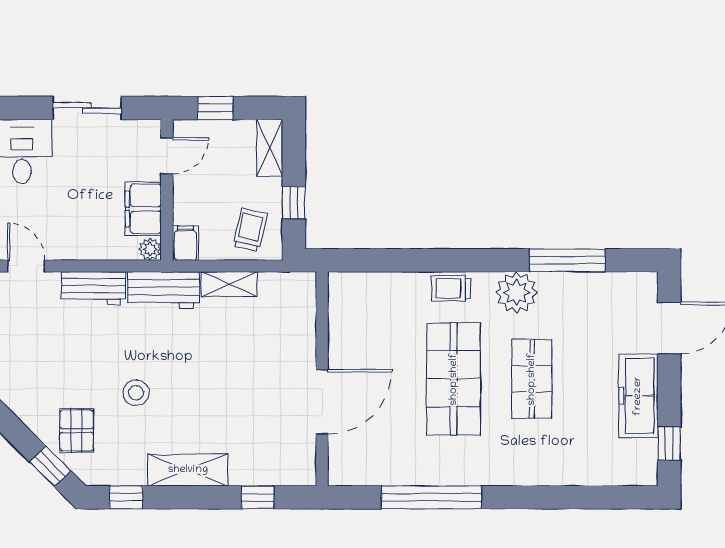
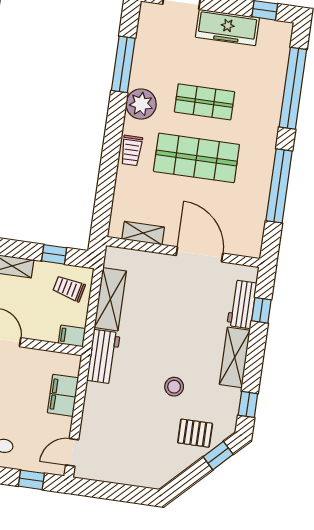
filing cabinet: (143, 209) -> (63, 395), moved, turned 90
plant: (150, 249) -> (73, 362), removed
shelving: (229, 284) -> (110, 299), width x1.50, depth x1.33
workbench: (93, 288) -> (242, 304), moved, turned 180
shelving: (340, 320) -> (143, 233), added
window: (568, 497) -> (293, 88), added

